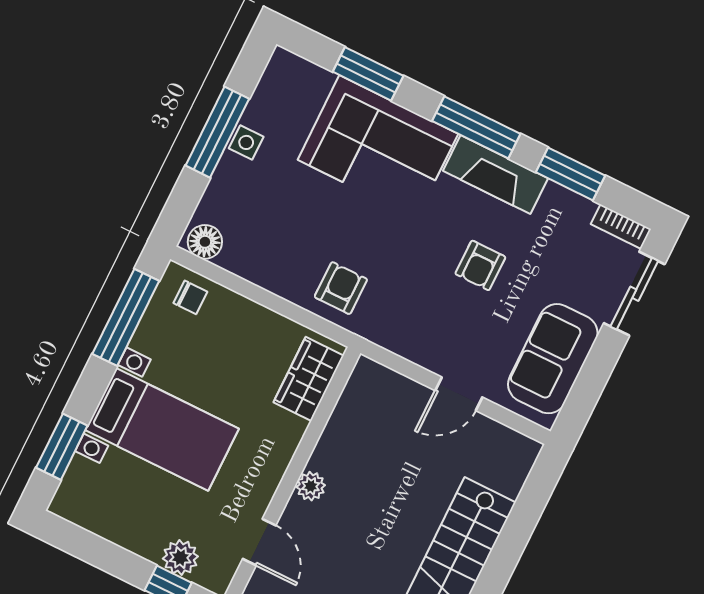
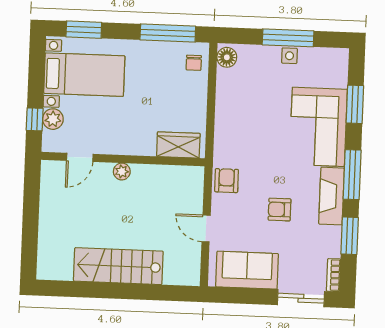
armchair: (341, 288) -> (226, 181), moved, turned -90
bed with nightstands: (162, 429) -> (84, 75), moved, turned -90

